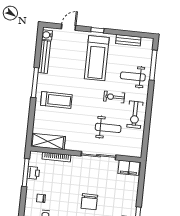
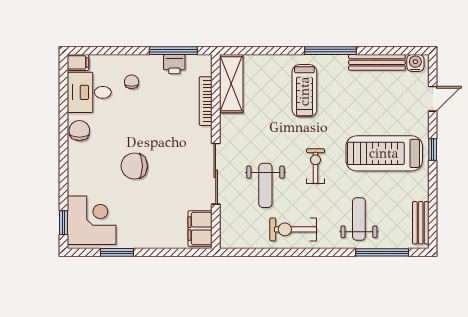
door: (68, 27) -> (433, 99), hinge flipped
bench: (128, 40) -> (421, 223), moved
exercise bike: (114, 97) -> (315, 166), moved

